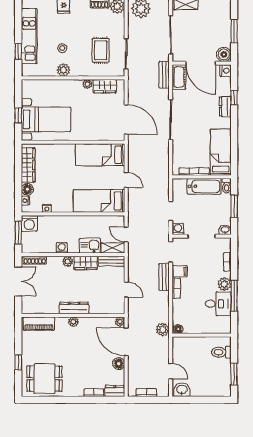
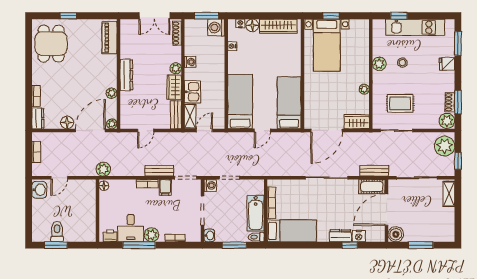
nightstand: (226, 71) -> (359, 236), moved
wardrobe: (105, 86) -> (357, 122), moved, turned 90
plant: (73, 322) -> (112, 93), moved
printer: (225, 323) -> (110, 236), added
toilet: (221, 352) -> (57, 232), moved

